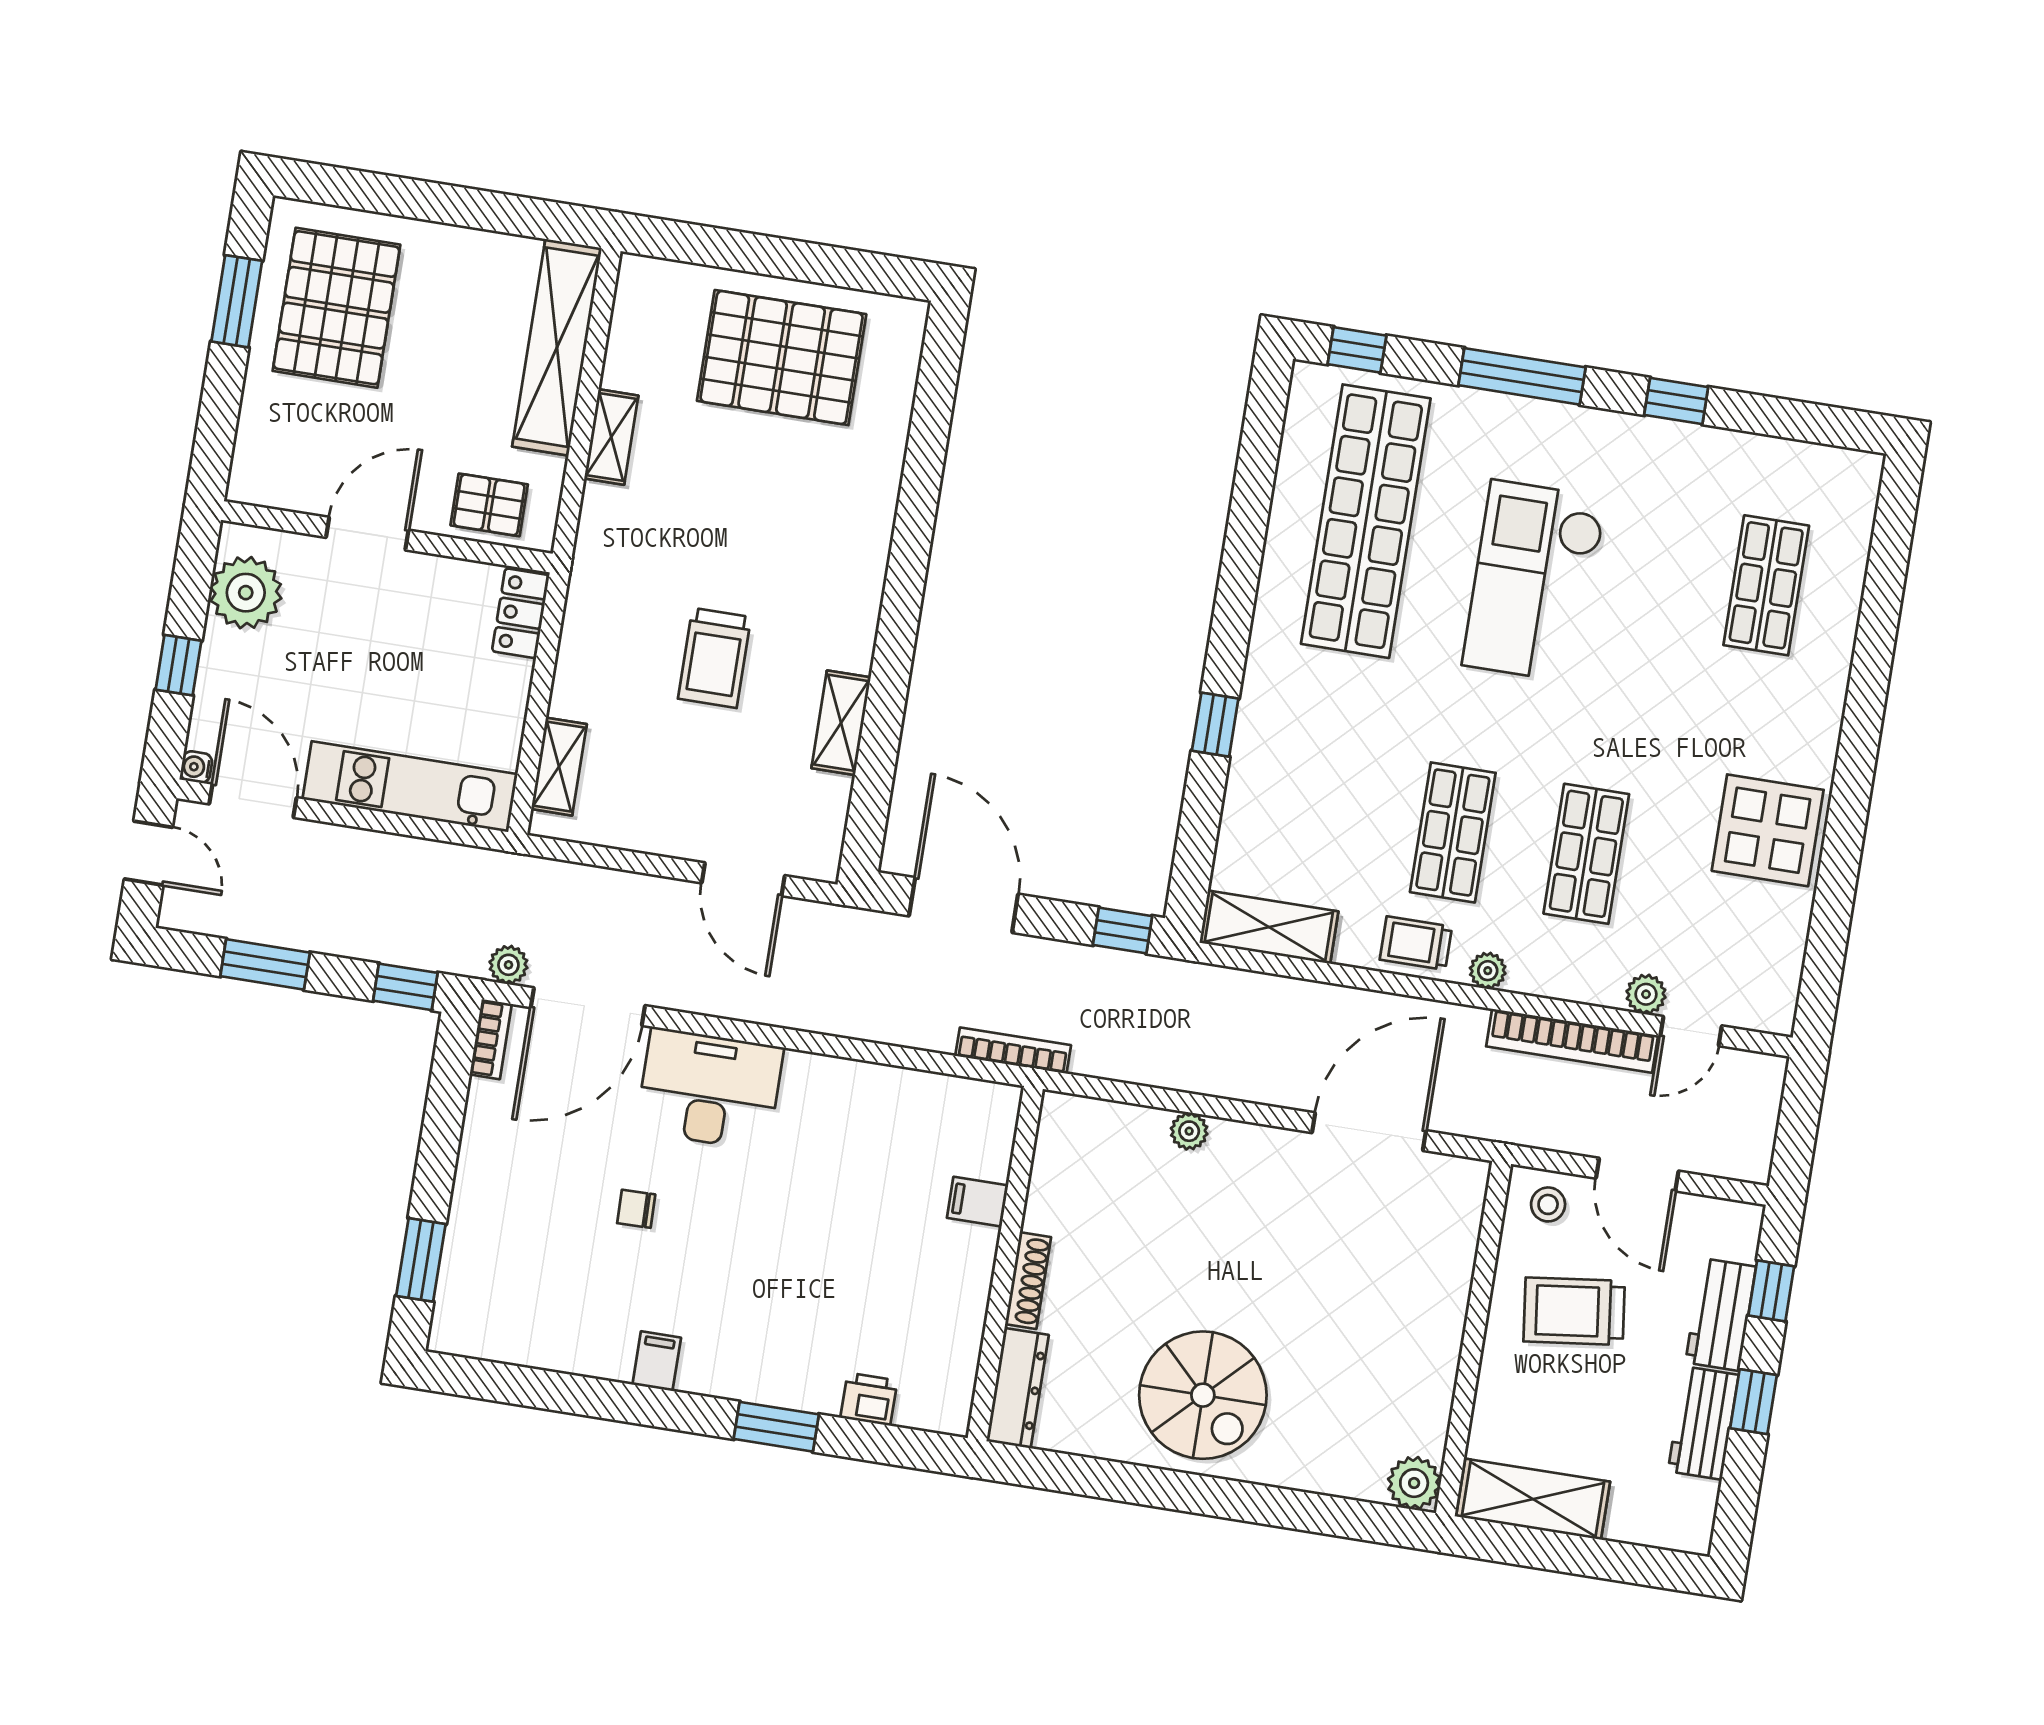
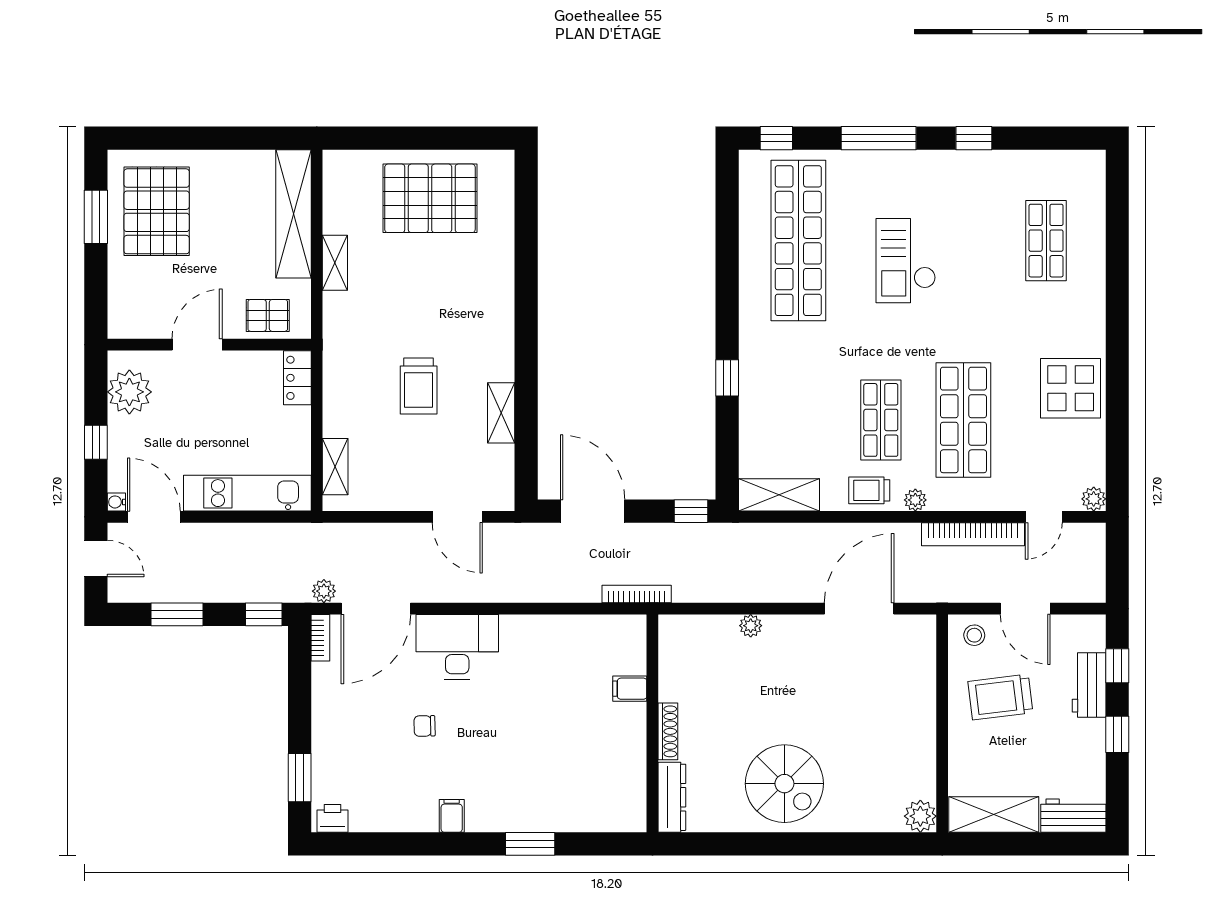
checkout: (1534, 581) -> (906, 261), width x0.73, depth x0.83
shop shelf: (1586, 854) -> (963, 420), width x1.43, depth x1.36
plant: (1646, 994) -> (1094, 499), moved
printer: (869, 1399) -> (332, 818), moved
workbench: (1703, 1423) -> (1073, 816), moved, turned 90

